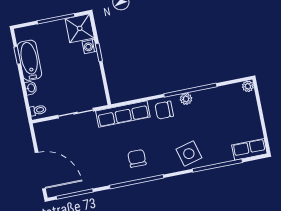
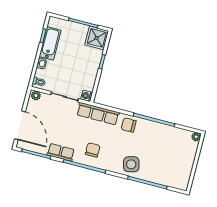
washing machine: (90, 47) -> (87, 96), moved
plant: (186, 99) -> (36, 96), moved
row of seats: (249, 149) -> (61, 152), moved

